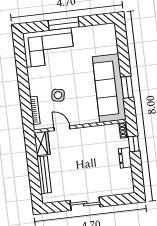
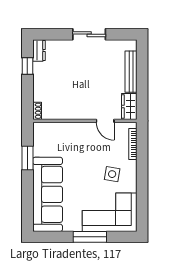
sofa: (109, 88) -> (48, 194), moved
side table: (58, 95) -> (112, 174), moved
window: (134, 144) -> (27, 66), moved
dresser: (125, 158) -> (39, 51), moved

